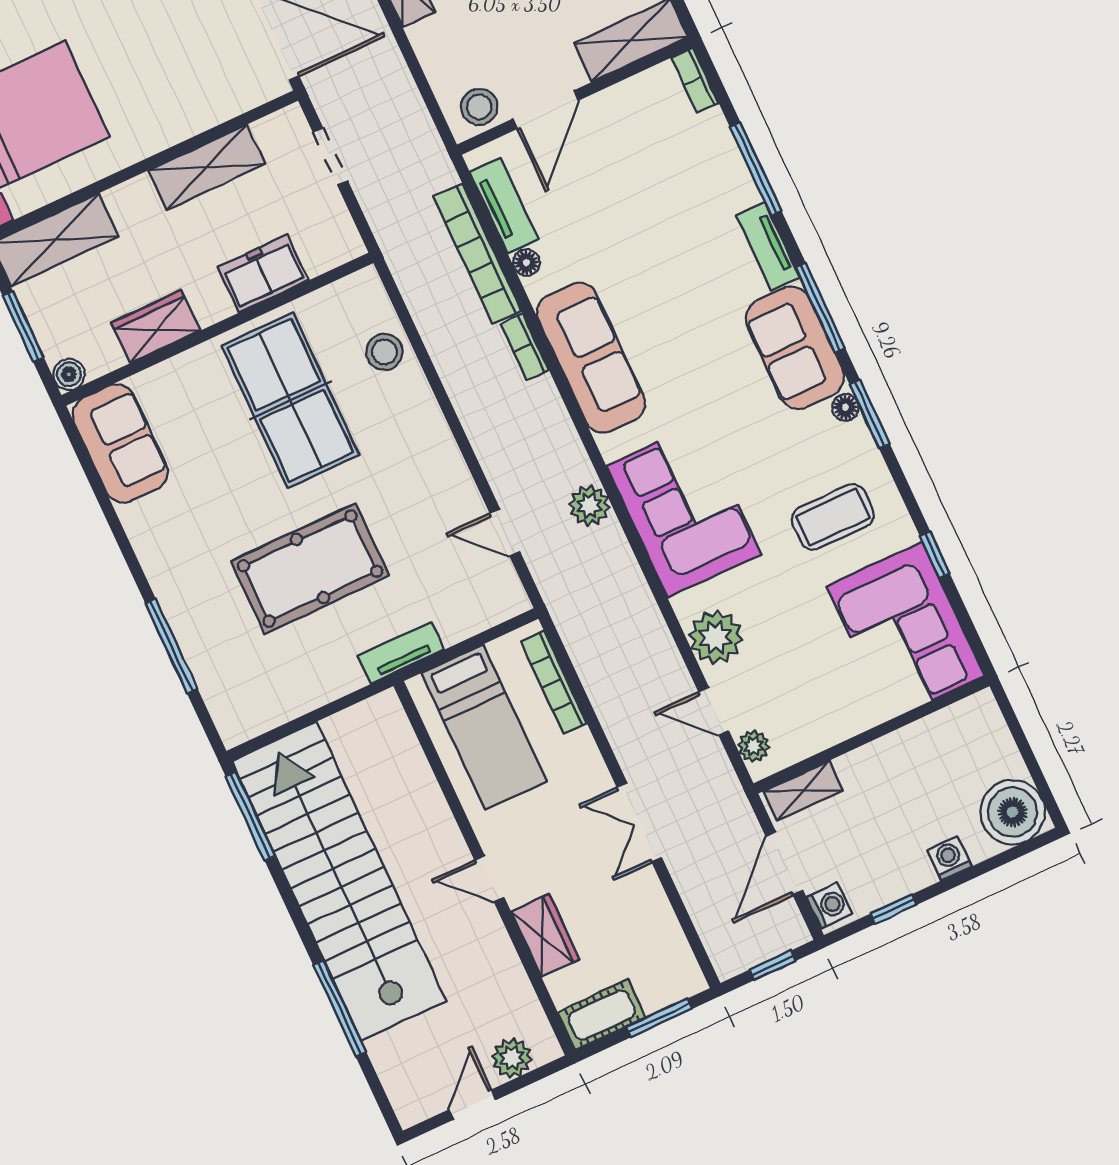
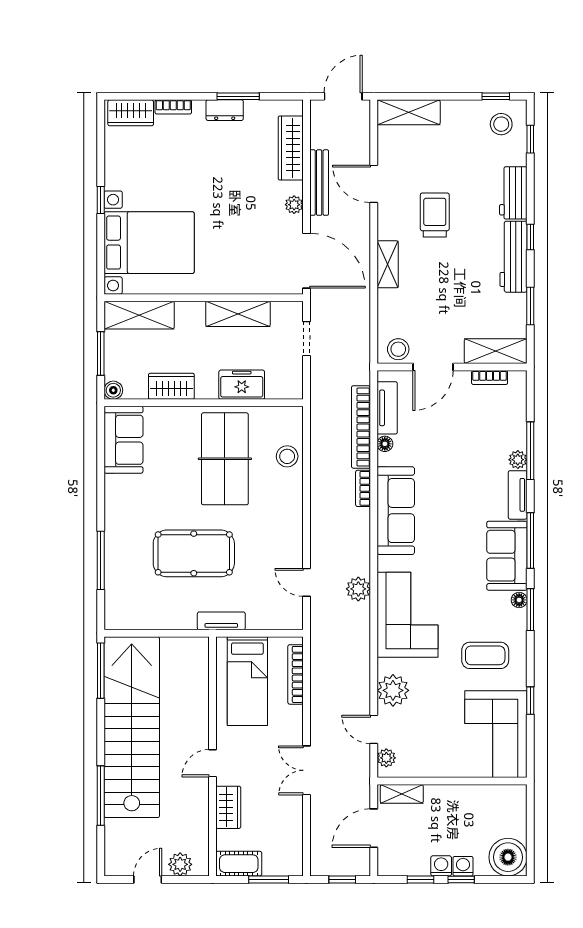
bookcase: (695, 80) -> (490, 378), moved, turned -90
plant: (743, 192) -> (518, 460), added
door: (489, 879) -> (213, 763), hinge flipped
window: (956, 880) -> (461, 879), added
washing machine: (829, 905) -> (441, 866), moved, turned -90

